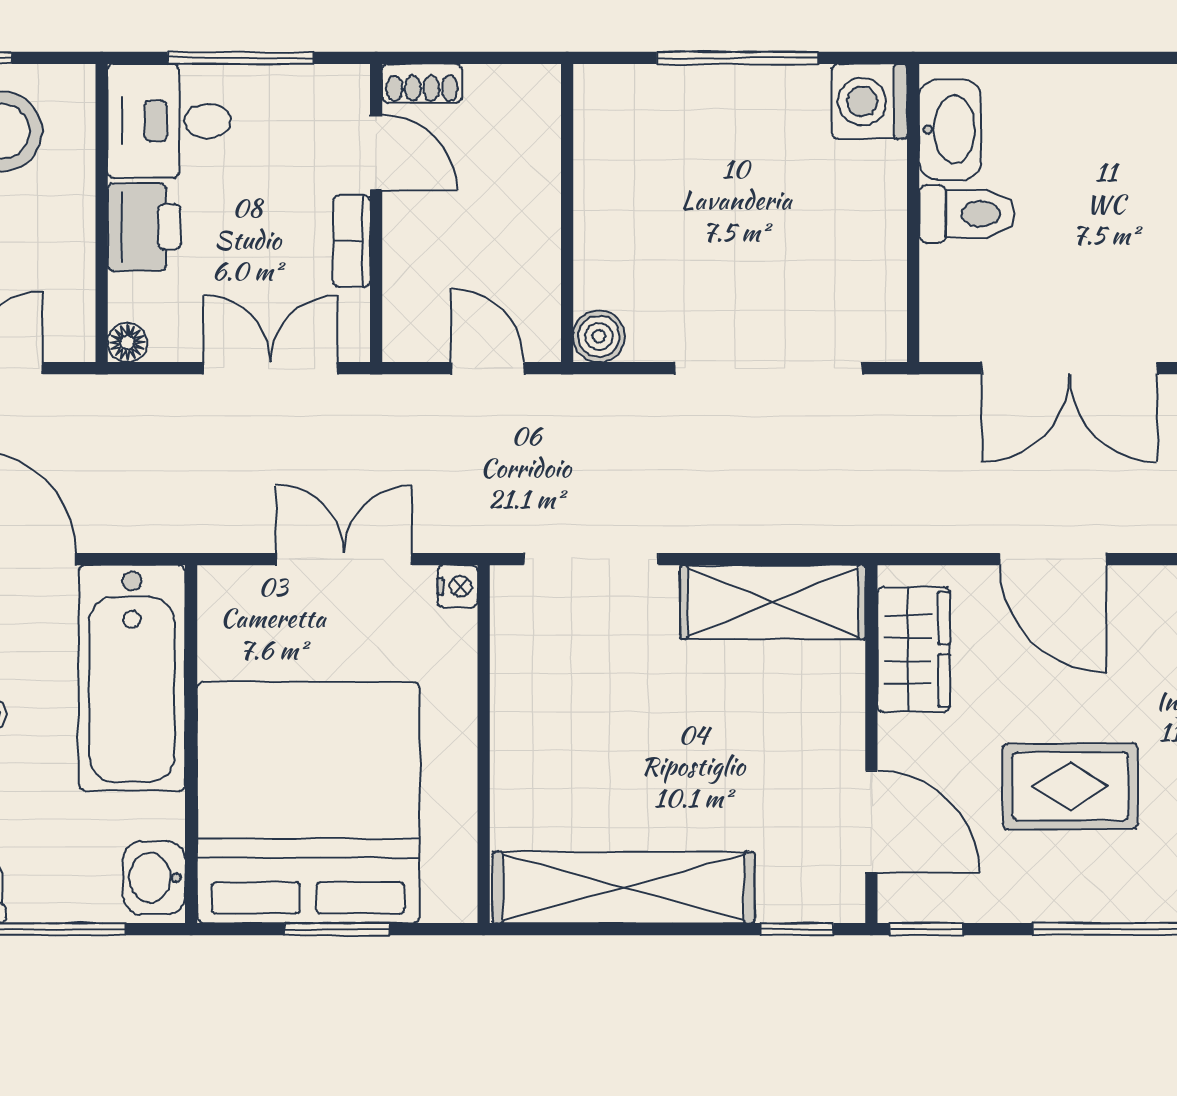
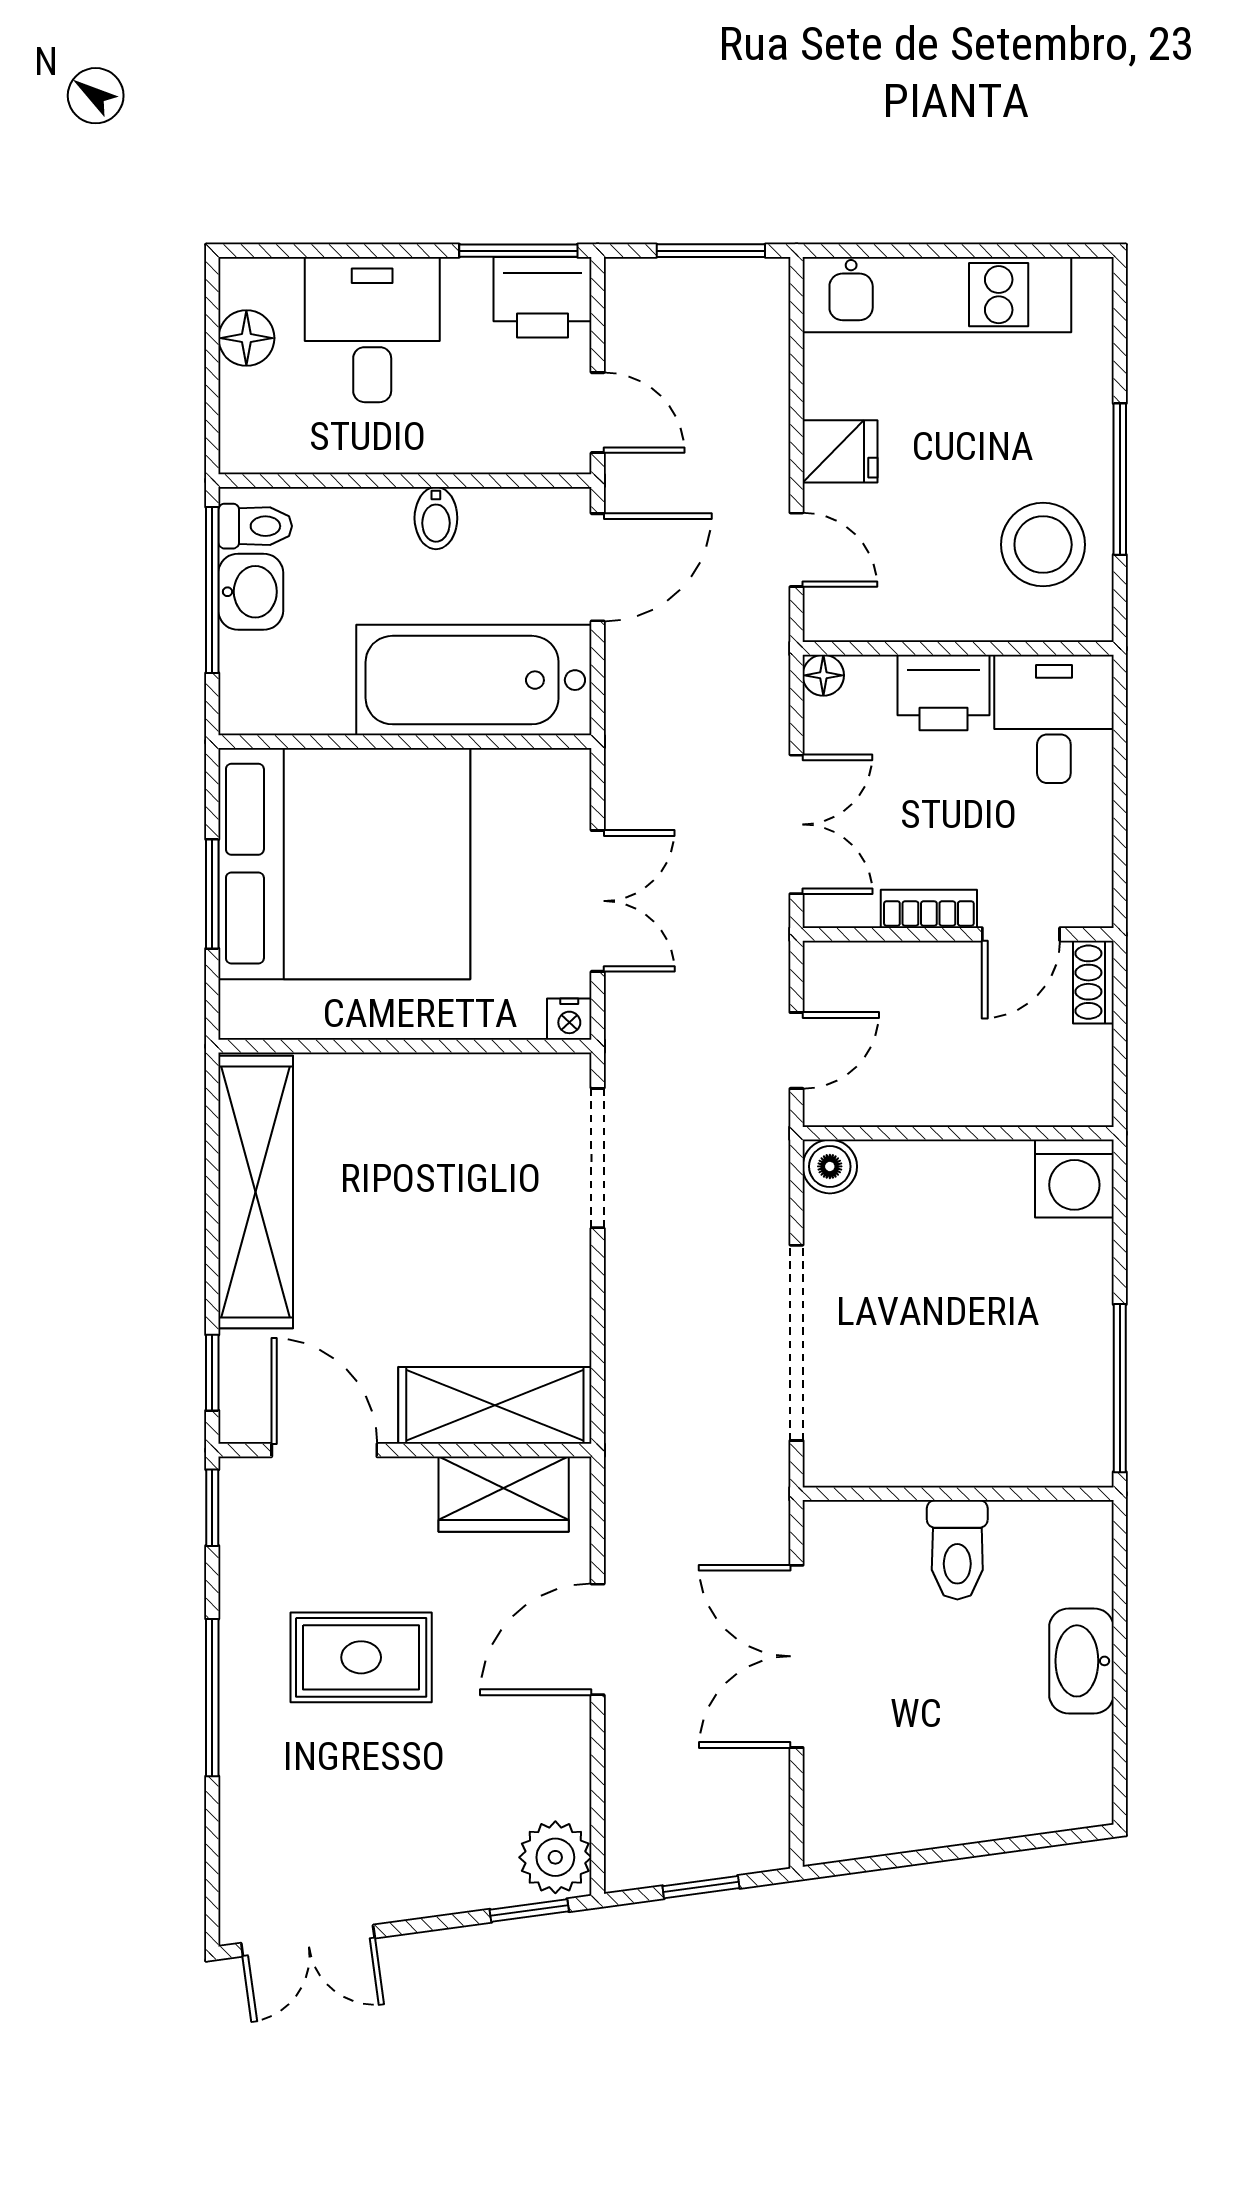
window: (240, 58) -> (1120, 793), removed
window: (737, 58) -> (1120, 1388), moved
washing machine: (870, 101) -> (1074, 1179), moved, turned 180
washbasin: (950, 130) -> (1081, 1661), moved, turned 90
shelving: (773, 602) -> (495, 1405), moved, turned 90
rug: (1070, 786) -> (361, 1657), turned 90
door: (871, 822) -> (324, 1450), swing flipped
washbasin: (154, 878) -> (251, 592), moved, turned 90

